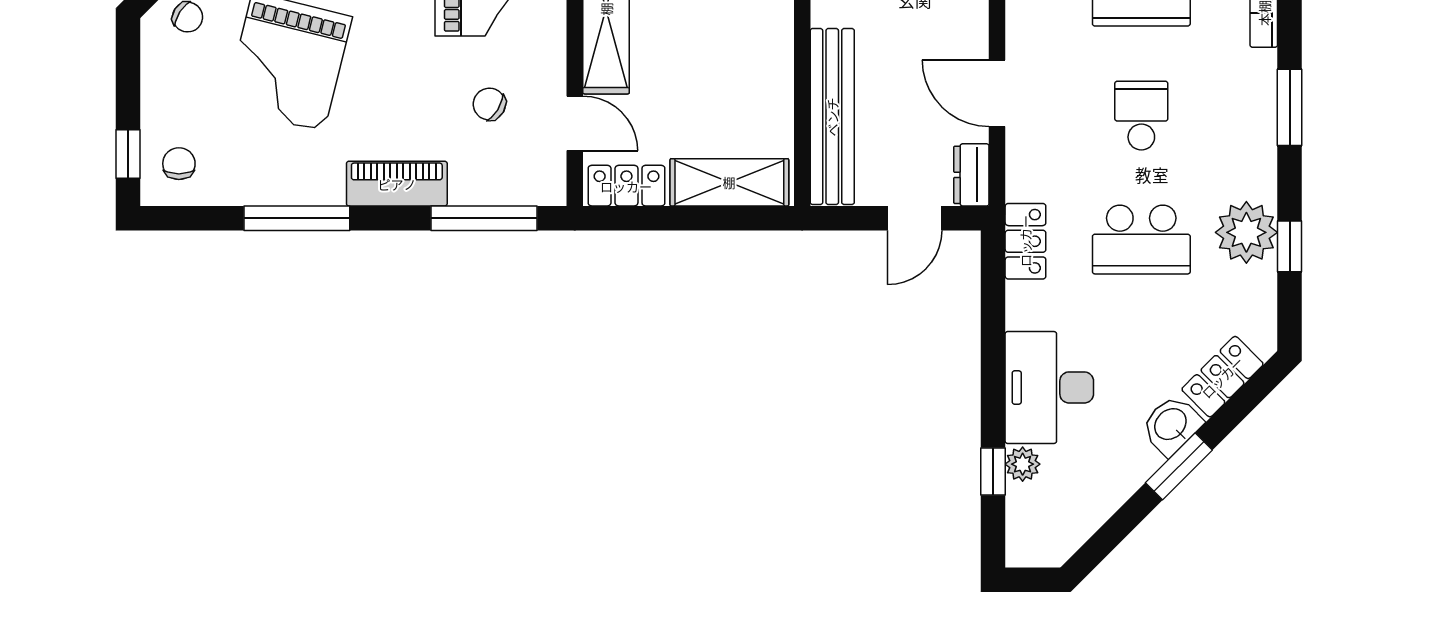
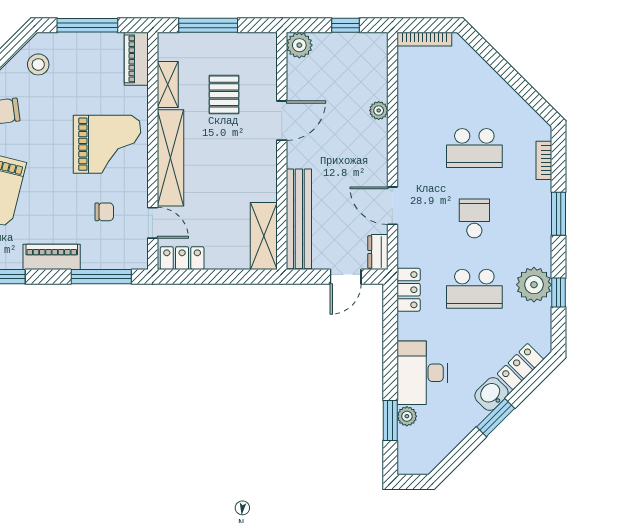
chair: (489, 104) -> (104, 212), turned 149
shelving: (729, 182) -> (264, 236), moved, turned 90
window: (993, 472) -> (390, 420), width x1.50

